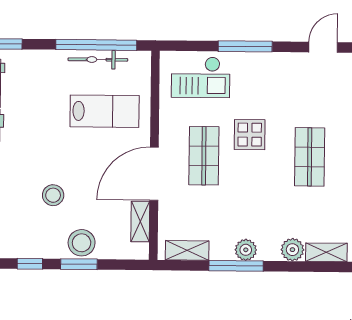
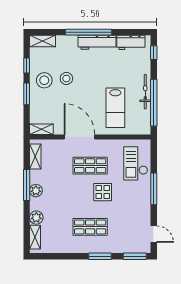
bicycle: (98, 60) -> (145, 92), moved
shelving: (140, 222) -> (41, 129), moved
stool: (82, 243) -> (44, 80), moved

